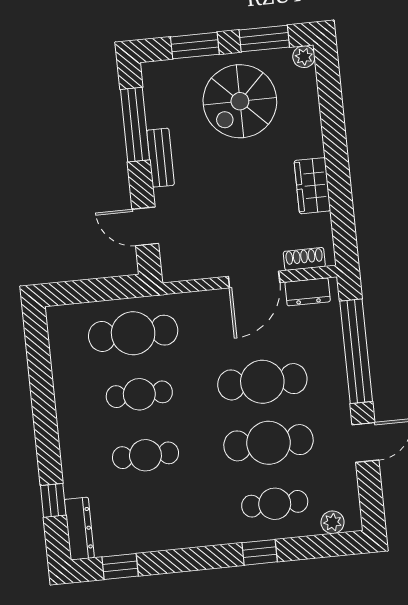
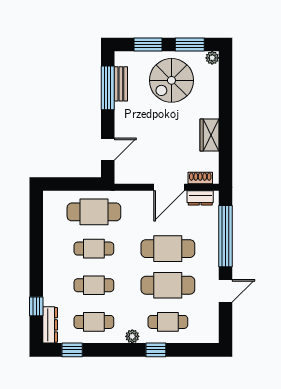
bench: (161, 158) -> (121, 84), moved
door: (145, 226) -> (108, 149), swing flipped
cafe table: (152, 516) -> (94, 322), added
plant: (333, 522) -> (132, 336), moved

